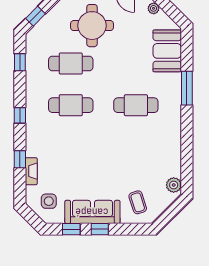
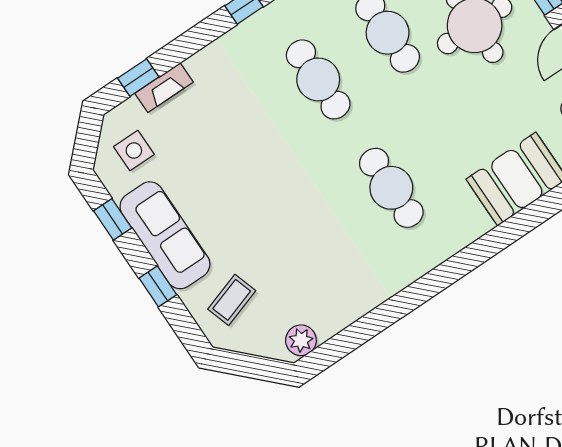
window: (187, 88) -> (477, 253), removed
window: (20, 159) -> (138, 78), moved
window: (100, 229) -> (158, 286), moved

